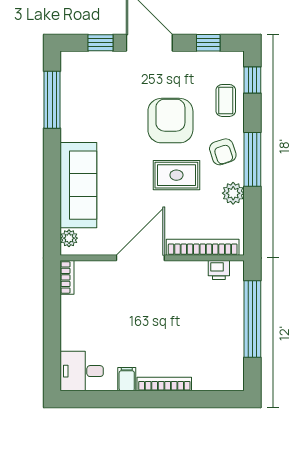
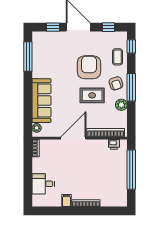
desk: (82, 371) -> (43, 184), moved

